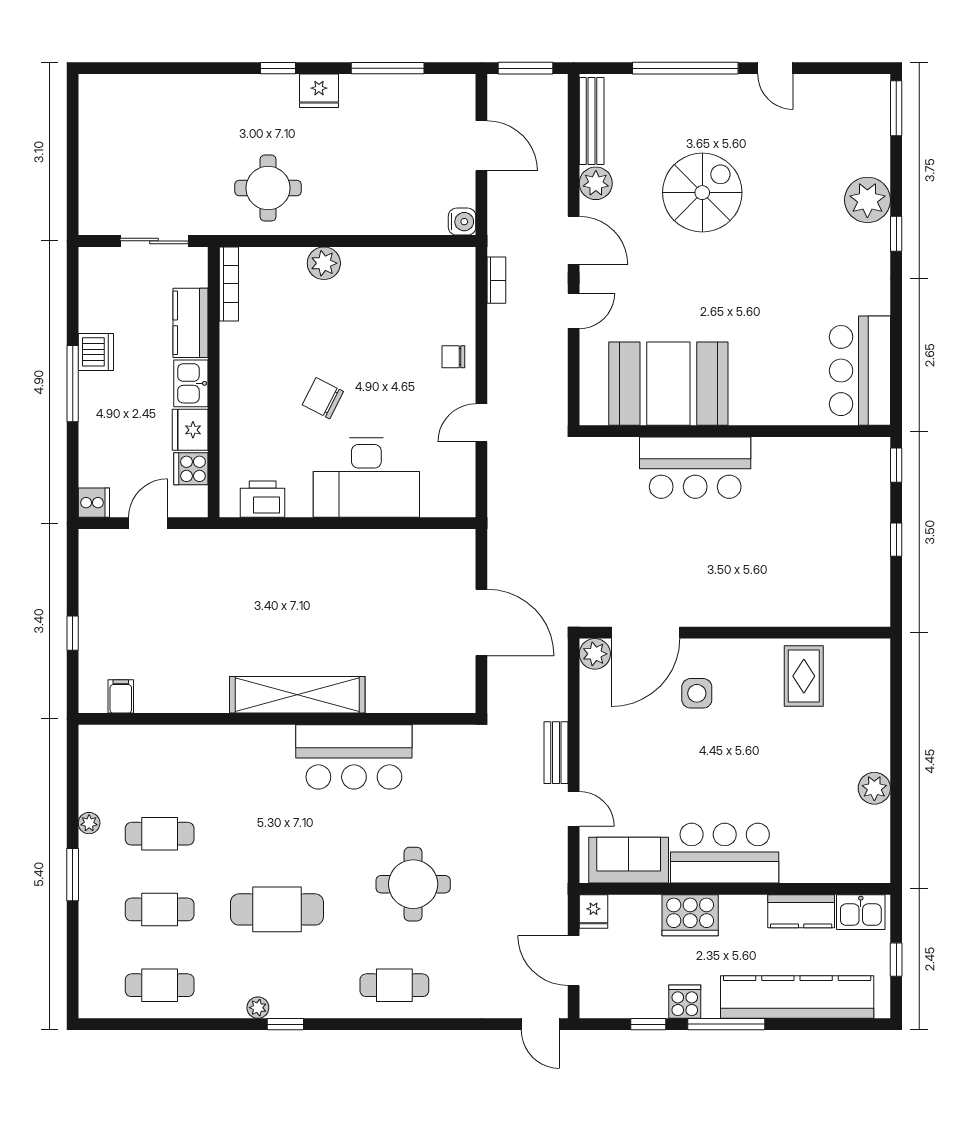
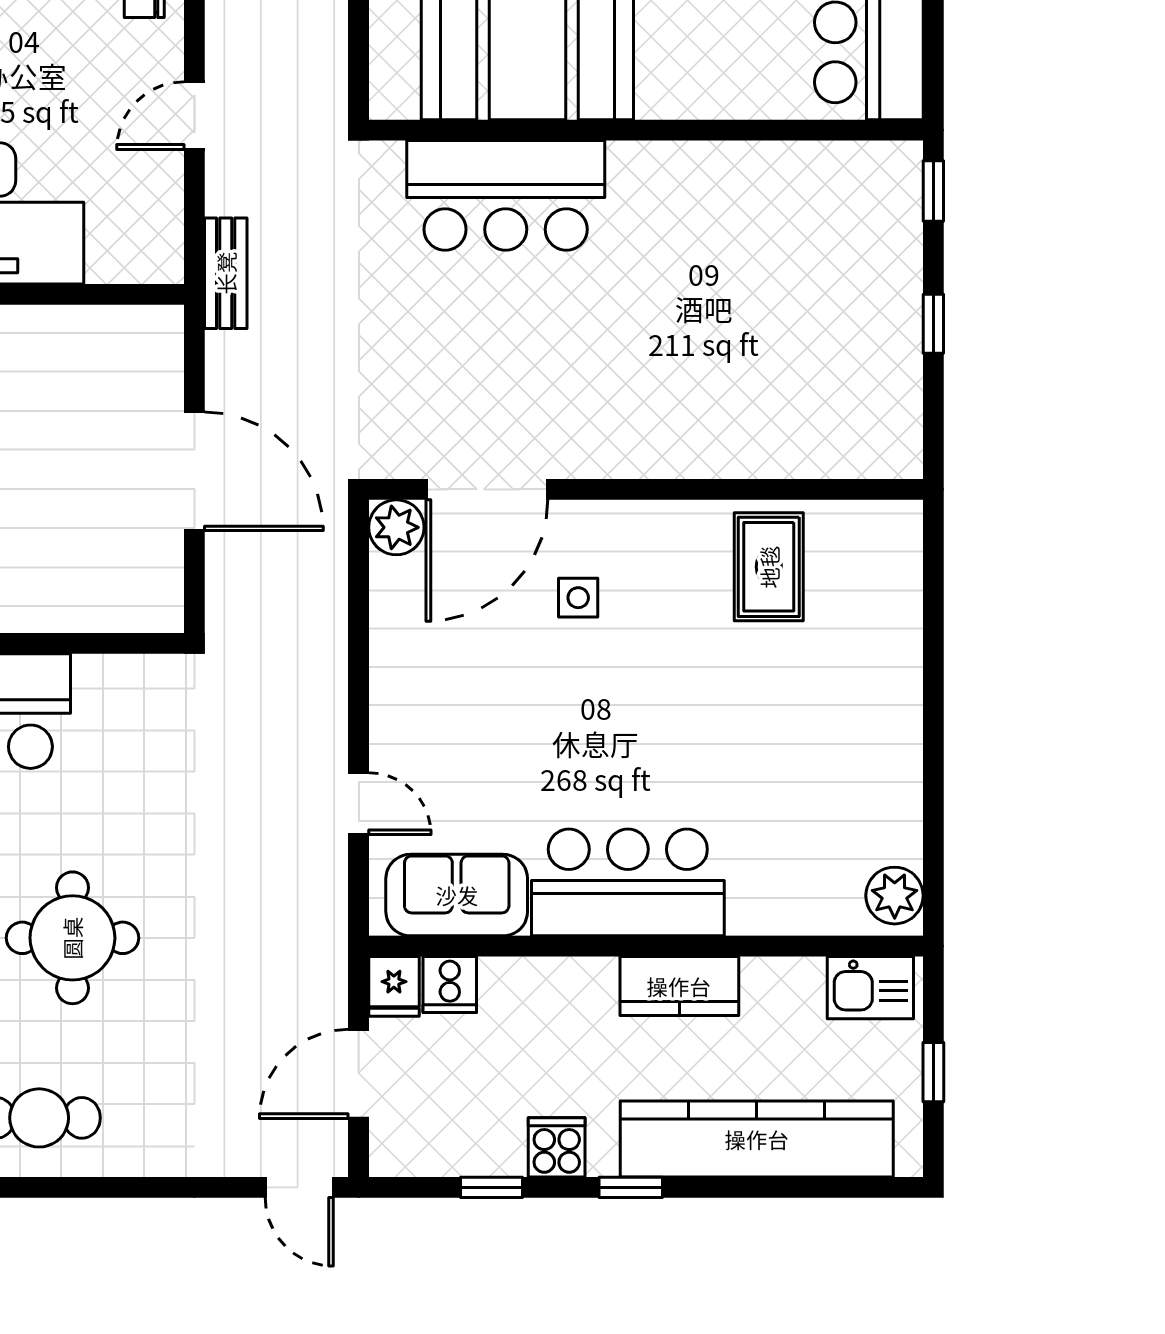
bar counter: (695, 468) -> (506, 195), moved
side table: (697, 693) -> (578, 598), width x0.73, depth x0.73
bench: (556, 753) -> (226, 273), moved
plant: (874, 788) -> (895, 896), moved
kitchen counter: (801, 911) -> (679, 986), moved
cooker: (690, 915) -> (450, 985), moved, width x0.53, depth x0.76
door: (574, 961) -> (359, 1074), hinge flipped
window: (726, 1024) -> (631, 1187), width x0.46

